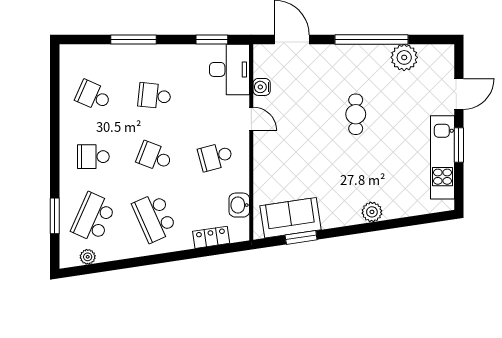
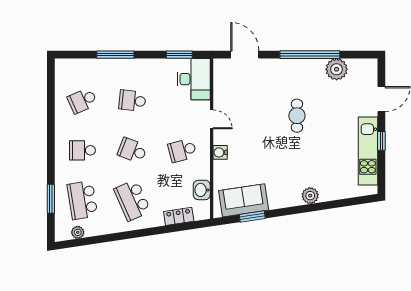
water cooler: (262, 87) -> (220, 152), moved
school desk: (93, 96) -> (82, 101), turned -48
window: (459, 145) -> (381, 141), width x0.67
school desk: (93, 218) -> (82, 200), turned -33

